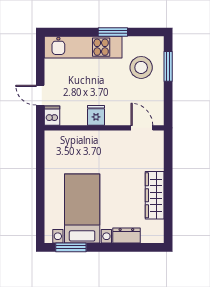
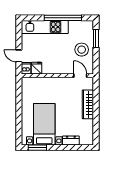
window: (113, 32) -> (63, 18), width x2.11
stool: (141, 67) -> (82, 50), moved
fridge: (96, 115) -> (36, 68), moved
wardrobe: (155, 195) -> (88, 104), moved

